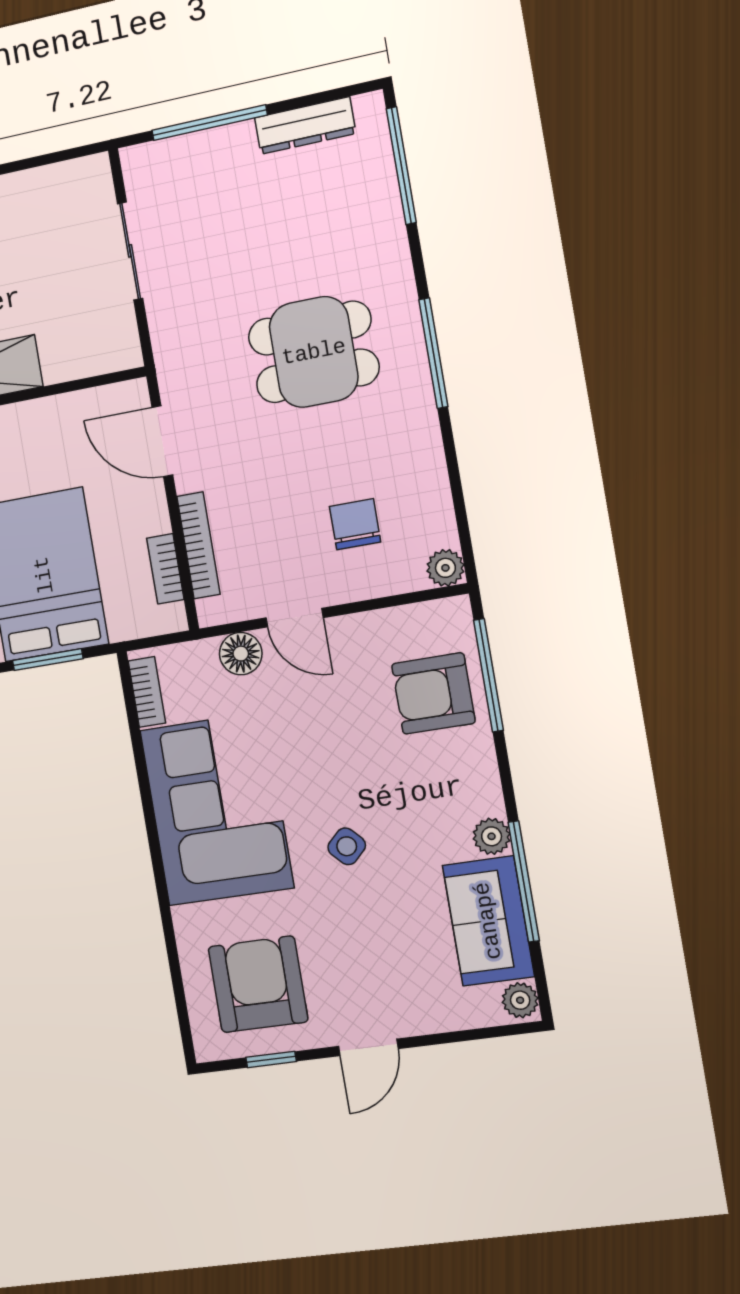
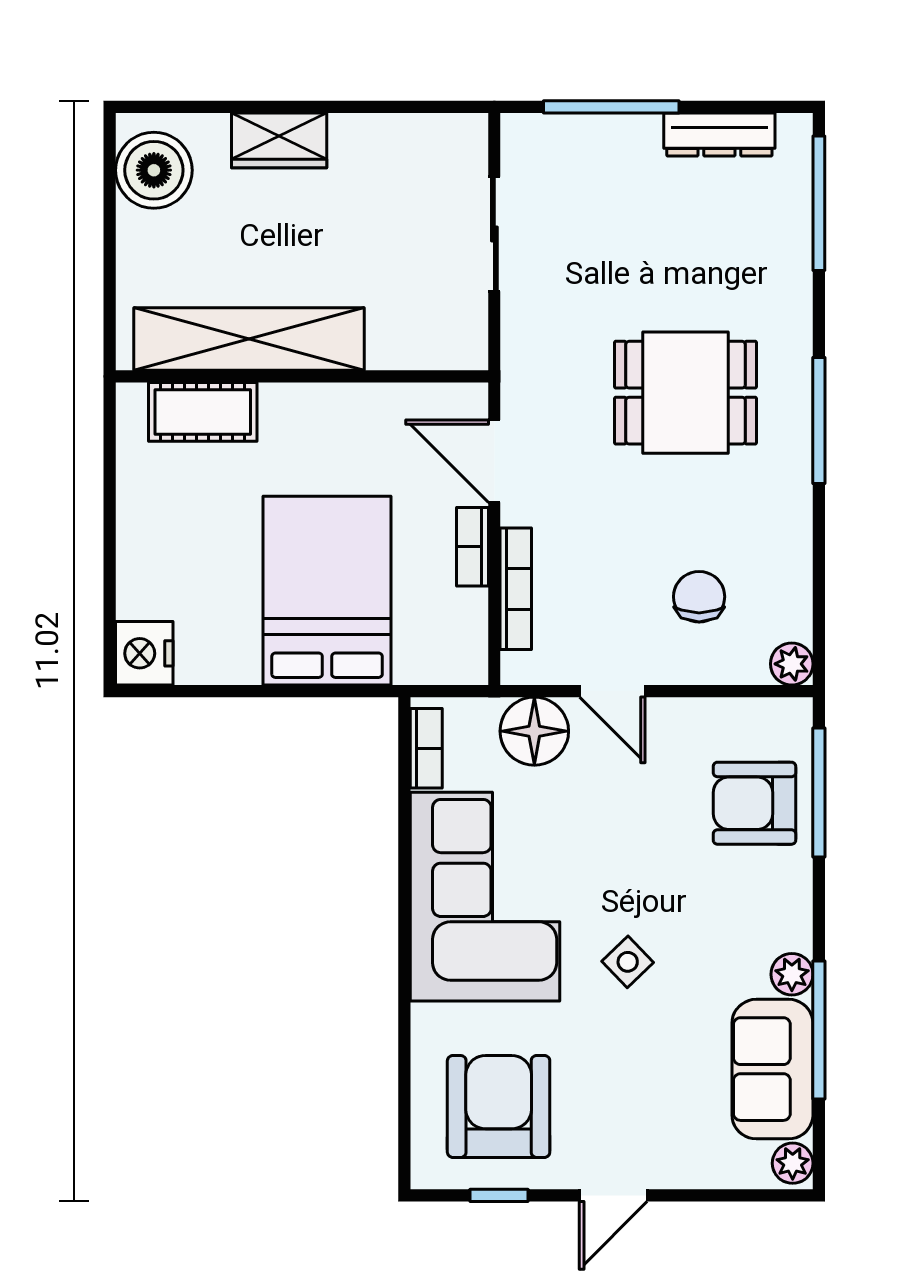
bookcase: (165, 569) -> (472, 547), moved
floor lamp: (241, 654) -> (534, 731), width x1.38, depth x1.38
window: (48, 660) -> (314, 691), removed

